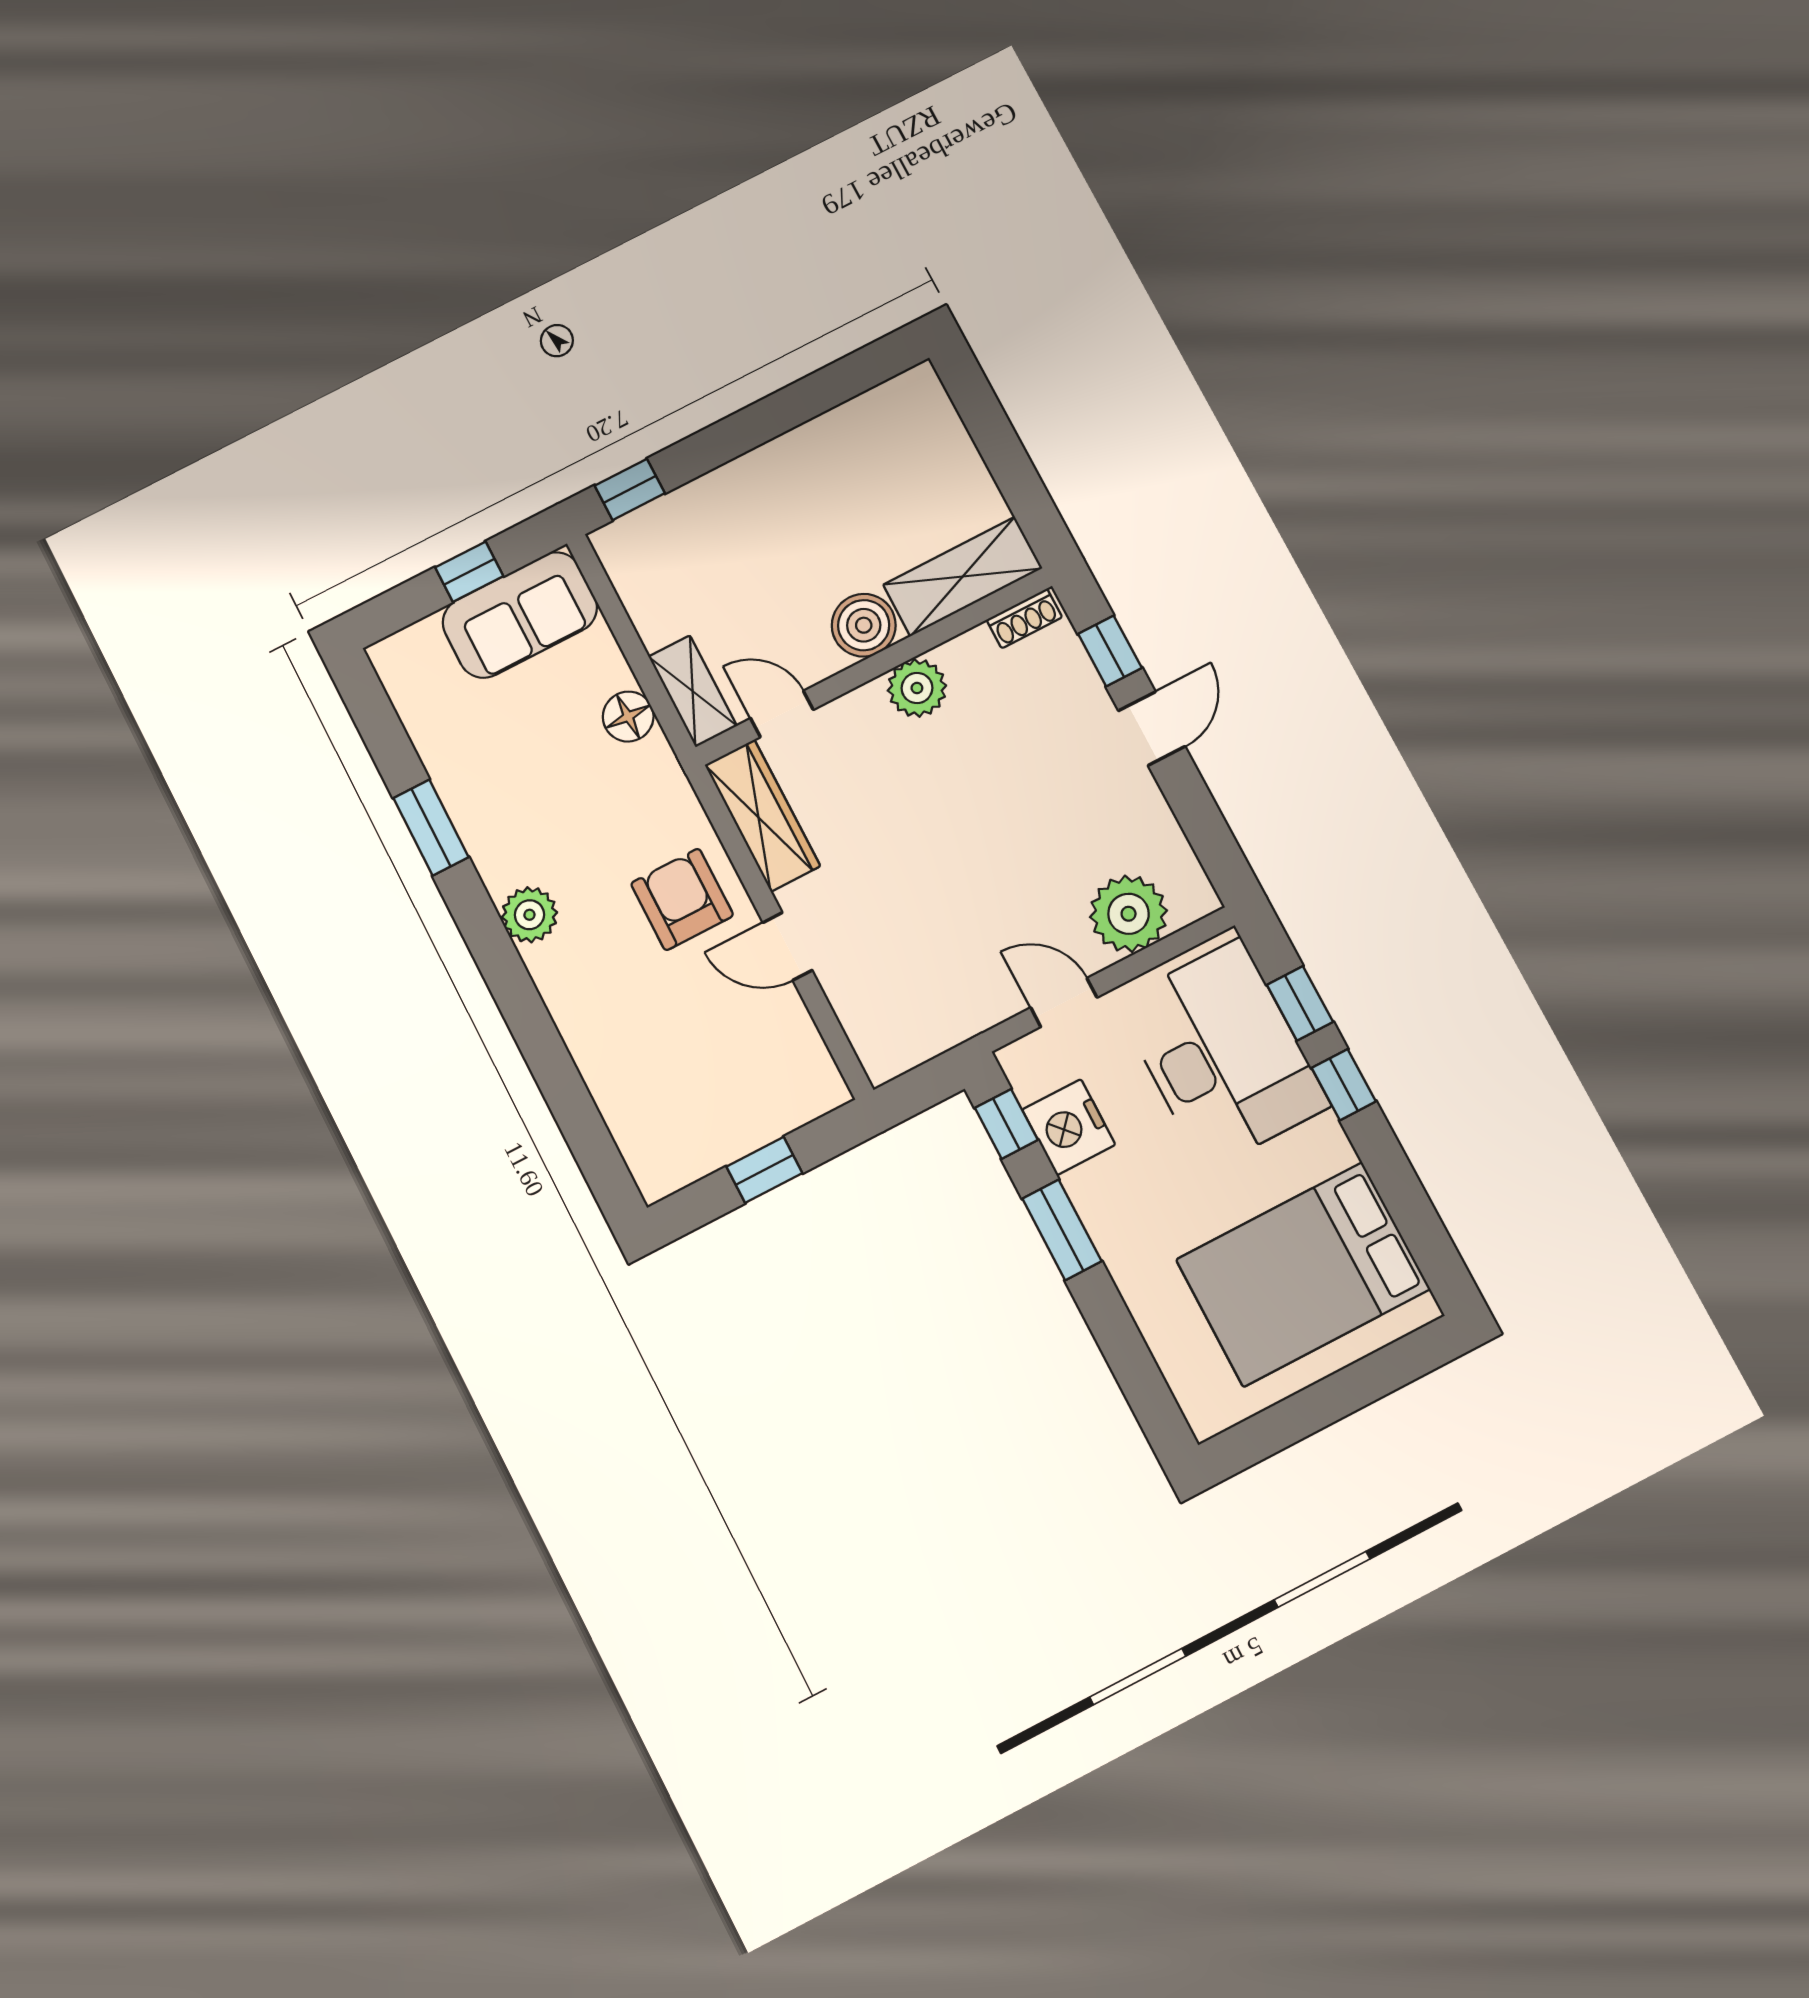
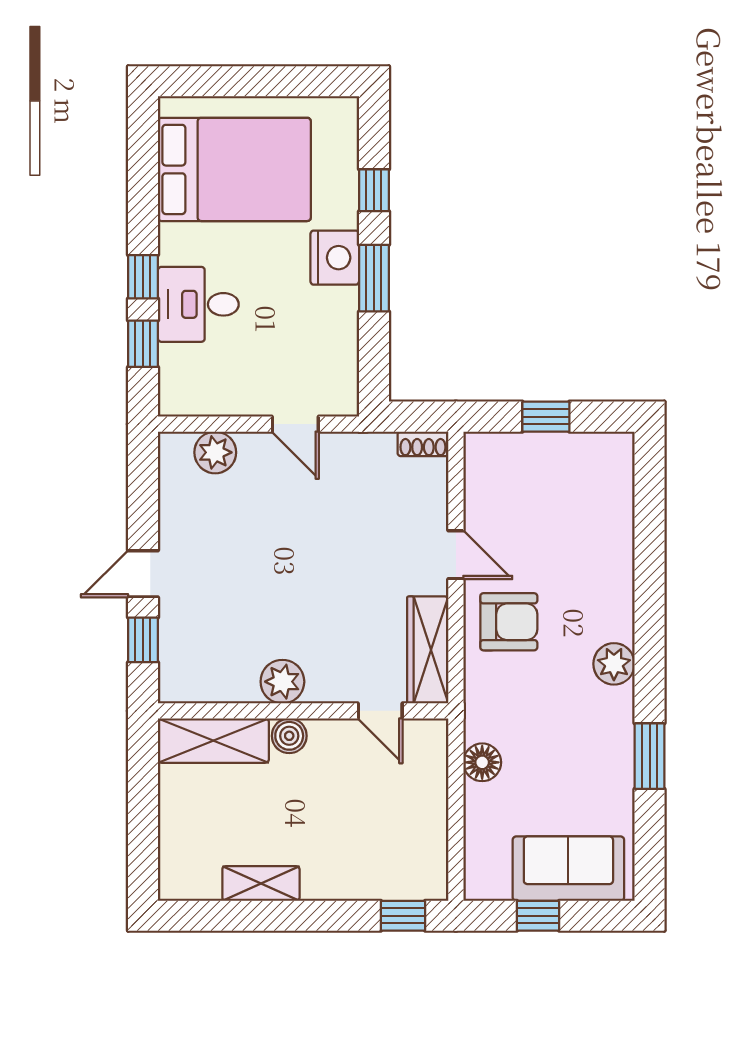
sofa: (520, 615) -> (568, 869), moved
shoe rack: (1024, 618) -> (423, 444), moved, turned 180
boiler: (864, 625) -> (289, 736), width x0.73, depth x0.73
shelving: (693, 691) -> (261, 884), moved, turned 90
armchair: (682, 899) -> (509, 622), turned -90
plant: (1129, 914) -> (215, 452), width x0.73, depth x0.73
desk: (1223, 1054) -> (198, 304), width x0.53, depth x0.77
window: (1006, 1124) -> (374, 190), moved
nightstand: (1069, 1127) -> (335, 258), moved

